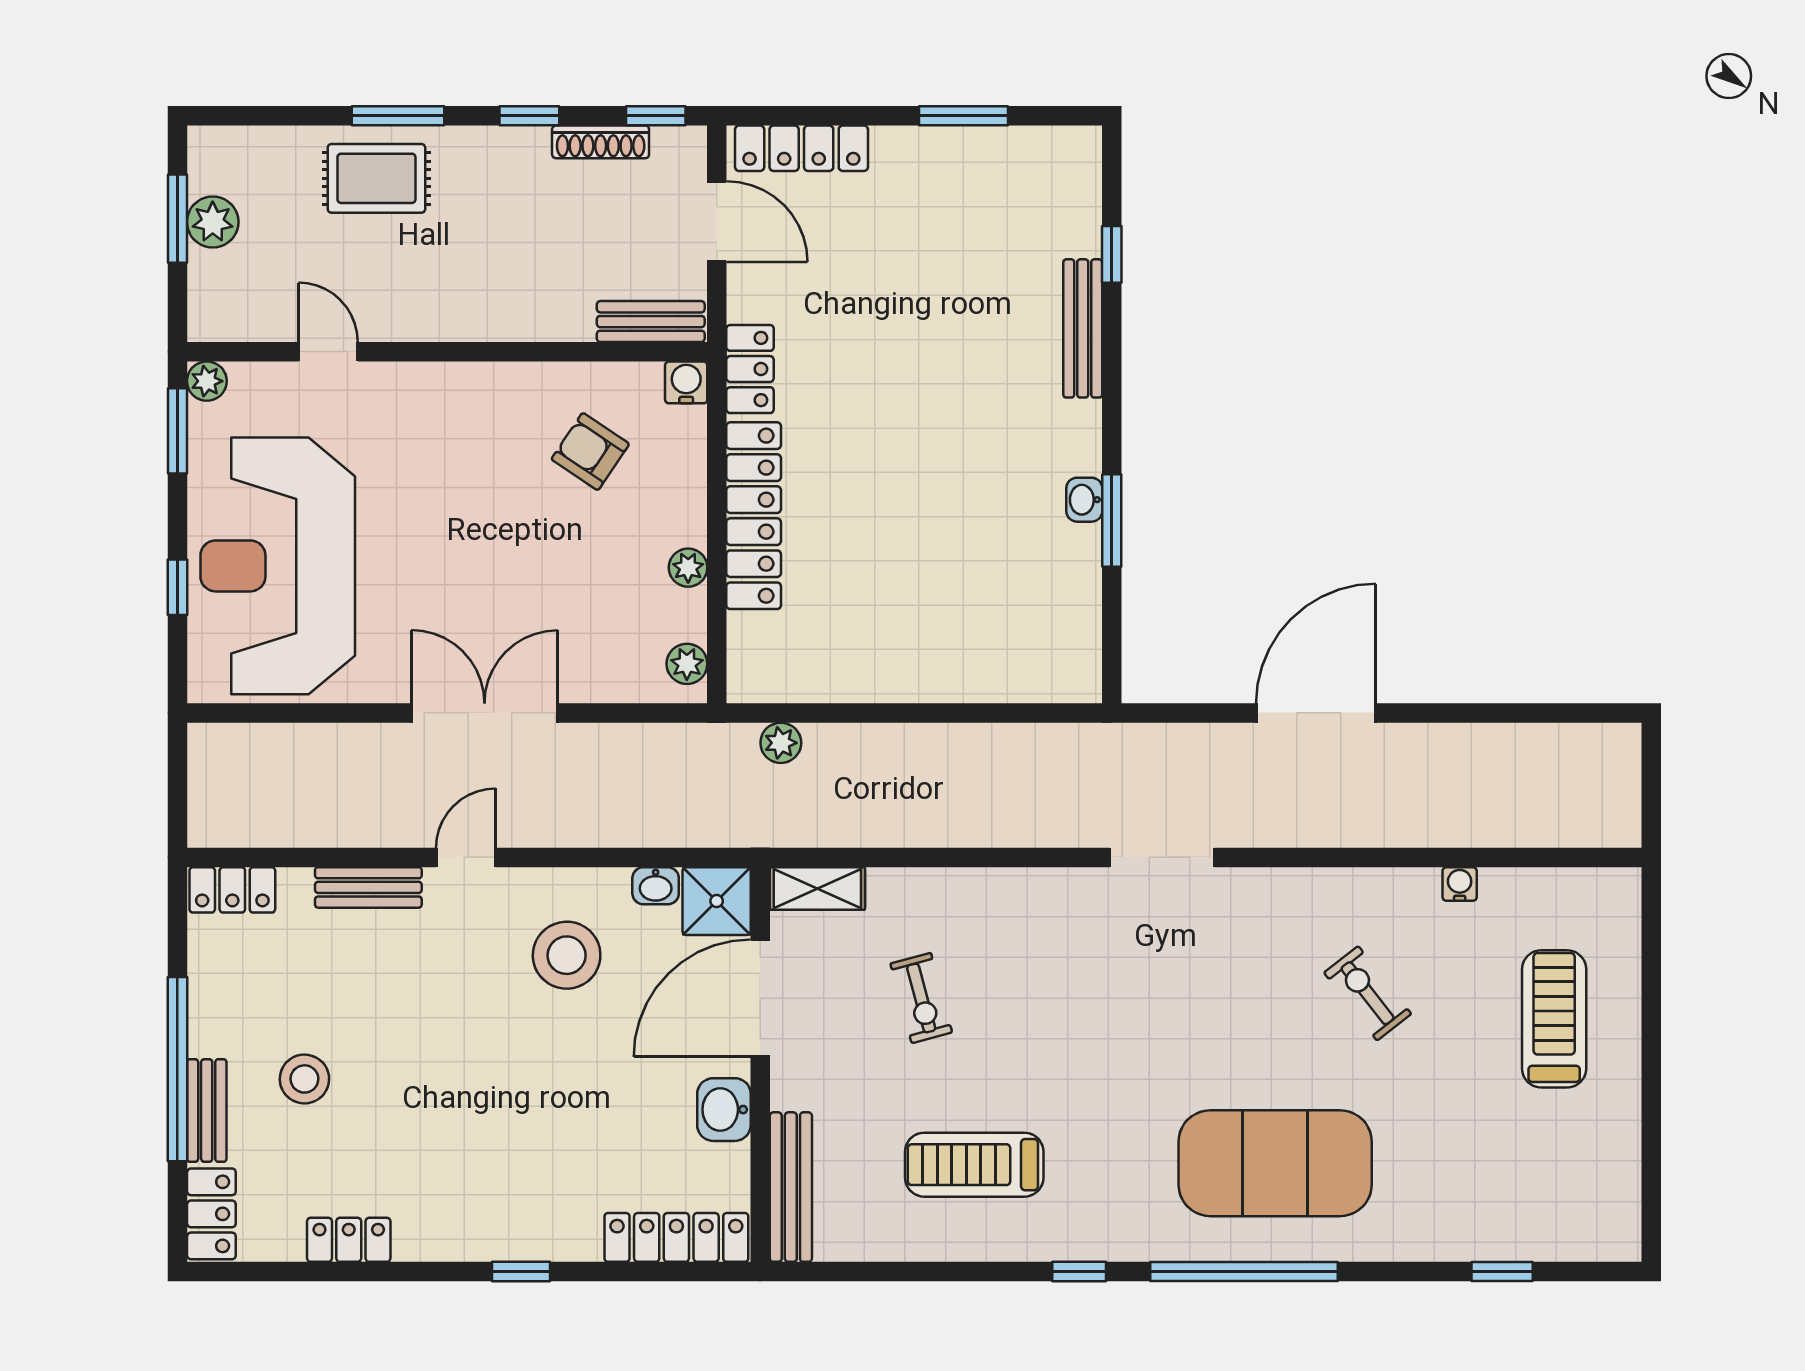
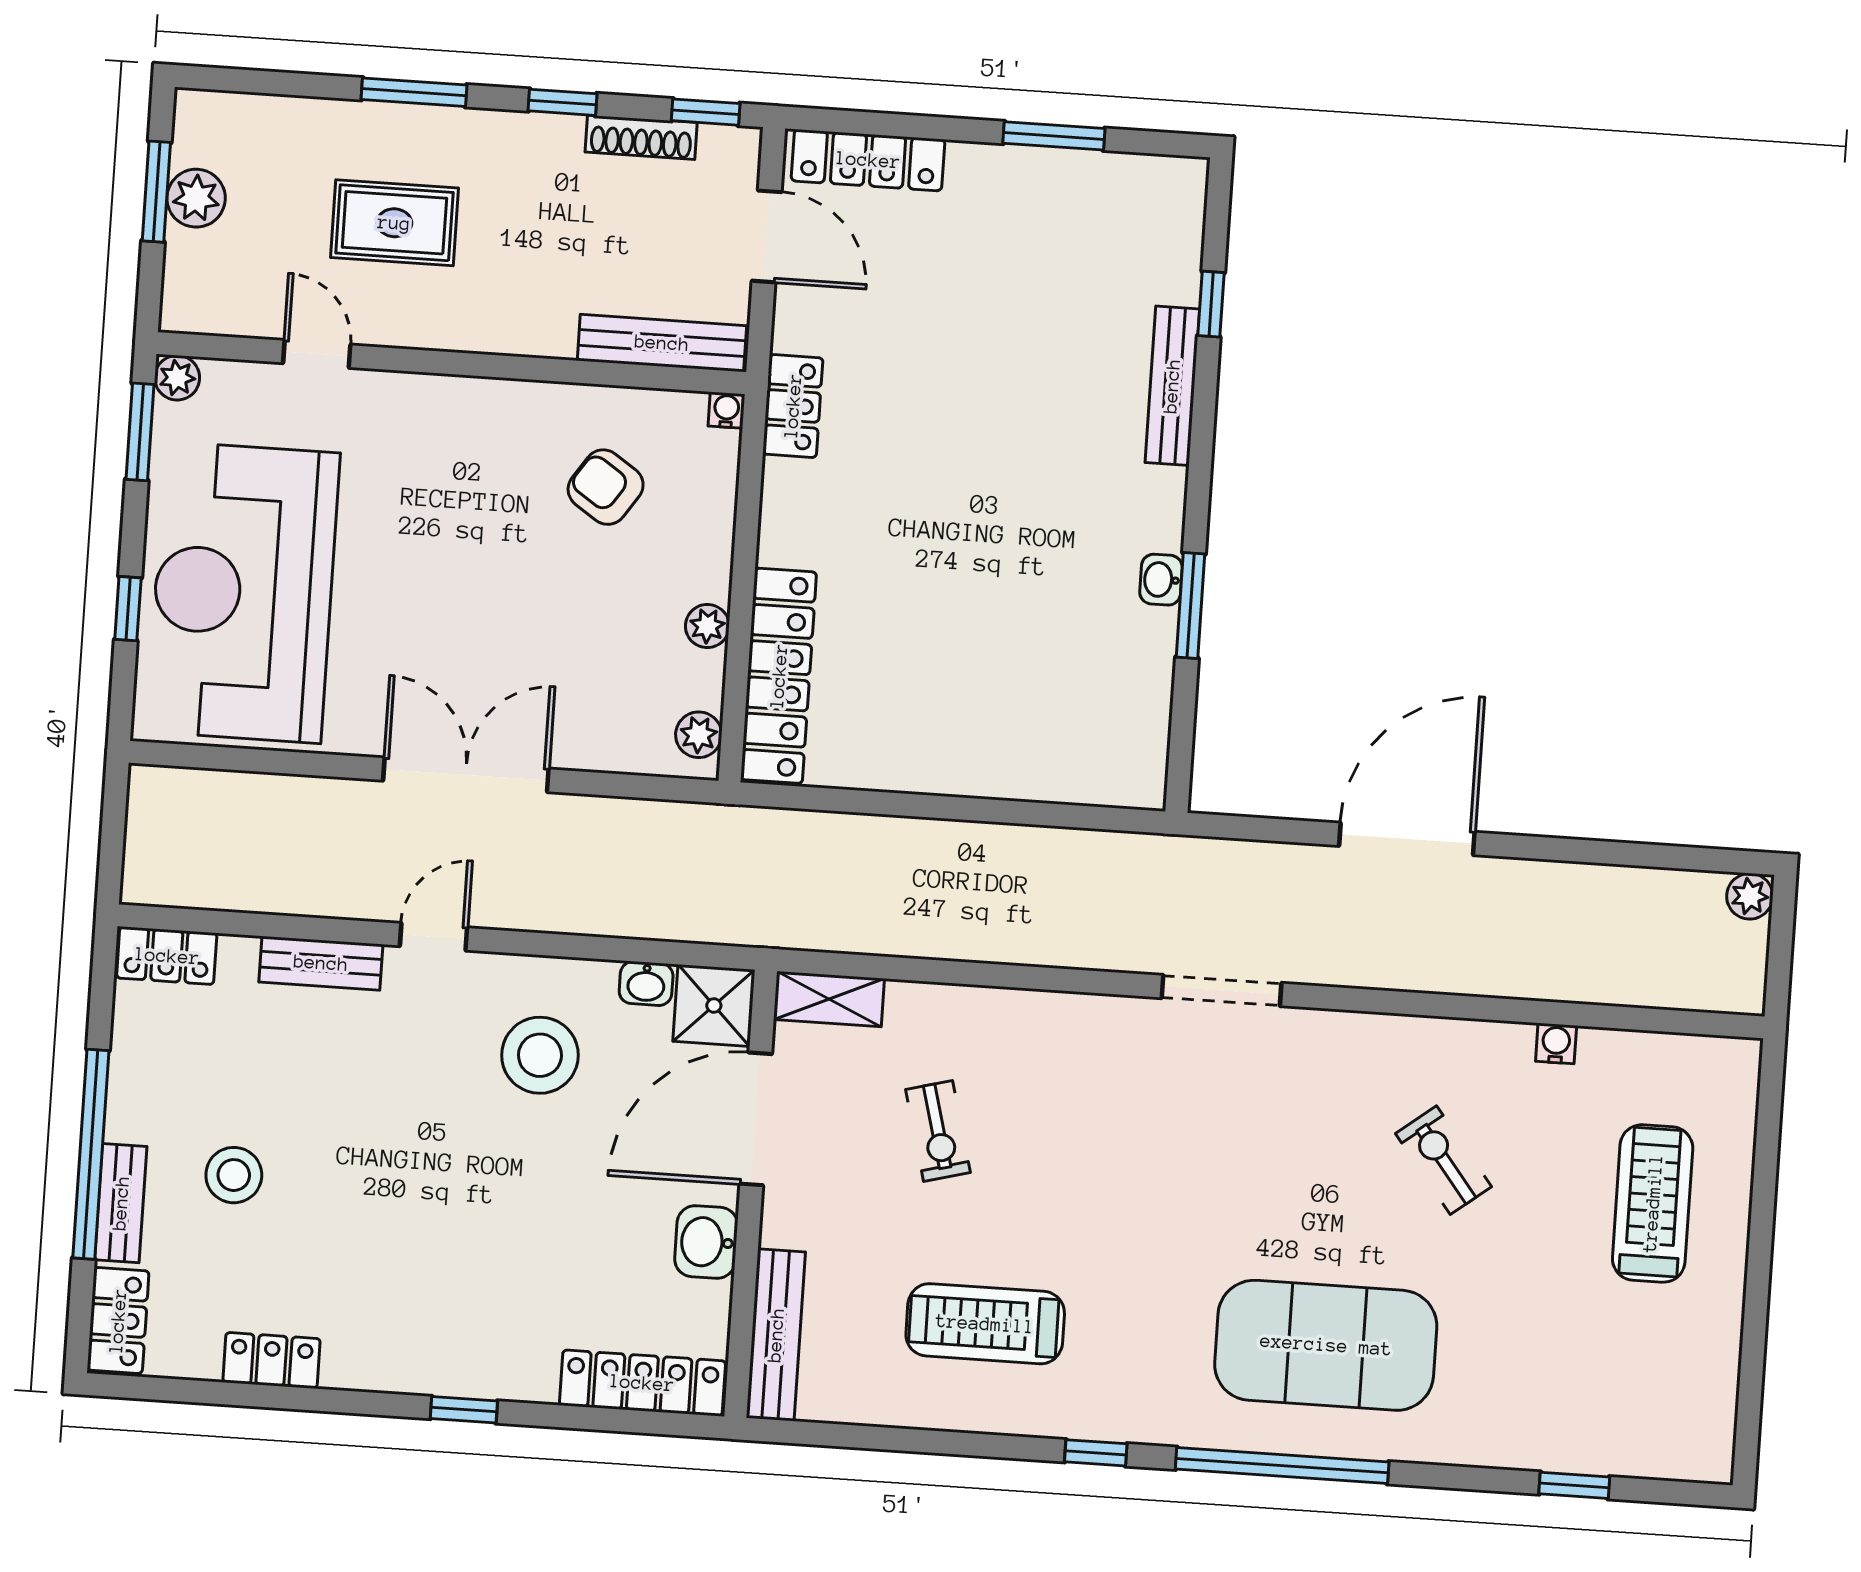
rug: (376, 178) -> (394, 223), moved
bench: (651, 322) -> (662, 343), width x1.36
water cooler: (686, 382) -> (727, 410), width x0.72, depth x0.72
locker: (754, 516) -> (779, 676), moved
plant: (781, 743) -> (1750, 896), moved

